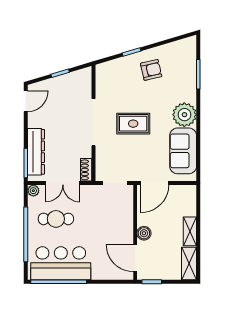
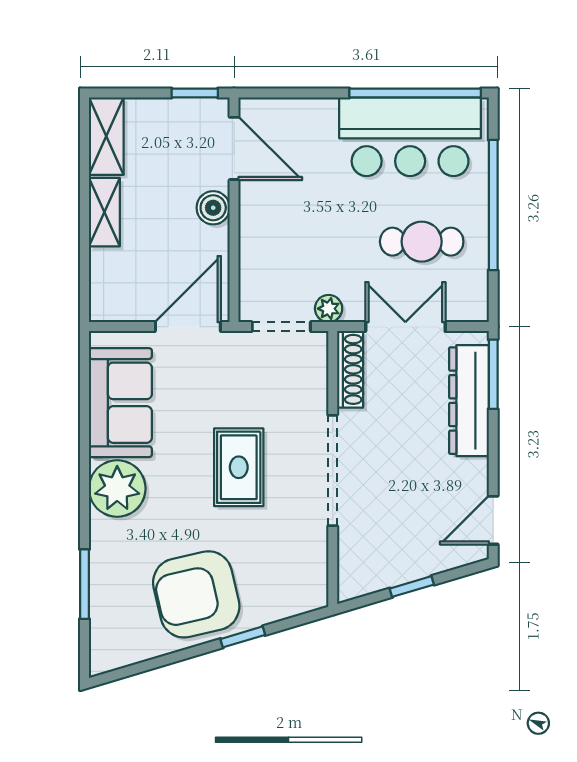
armchair: (151, 70) -> (196, 594), width x1.88, depth x1.88
rug: (133, 124) -> (239, 467), turned 90
shoe rack: (86, 170) -> (350, 369), width x1.43
plant: (33, 191) -> (329, 309), moved

